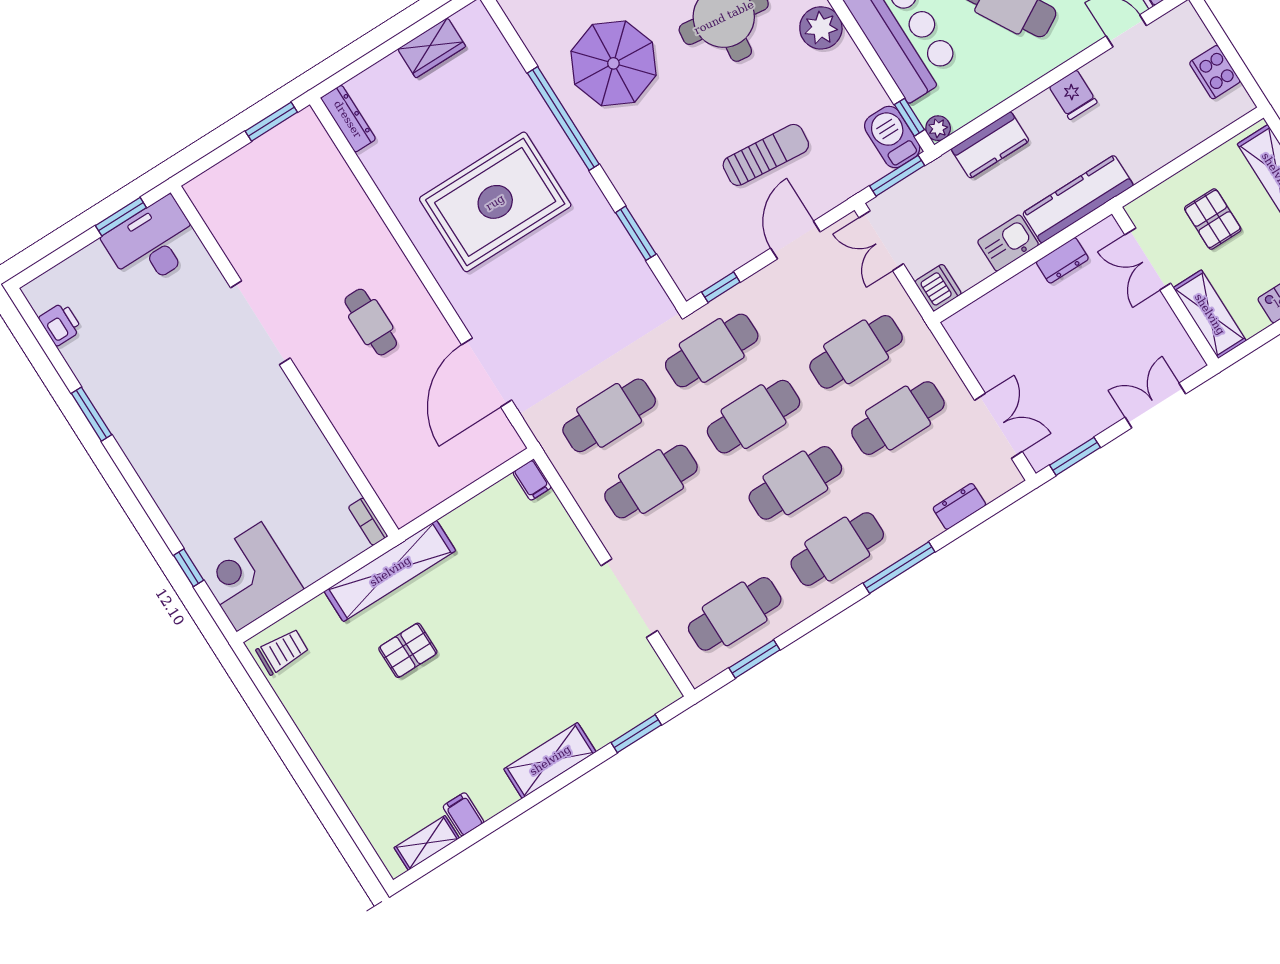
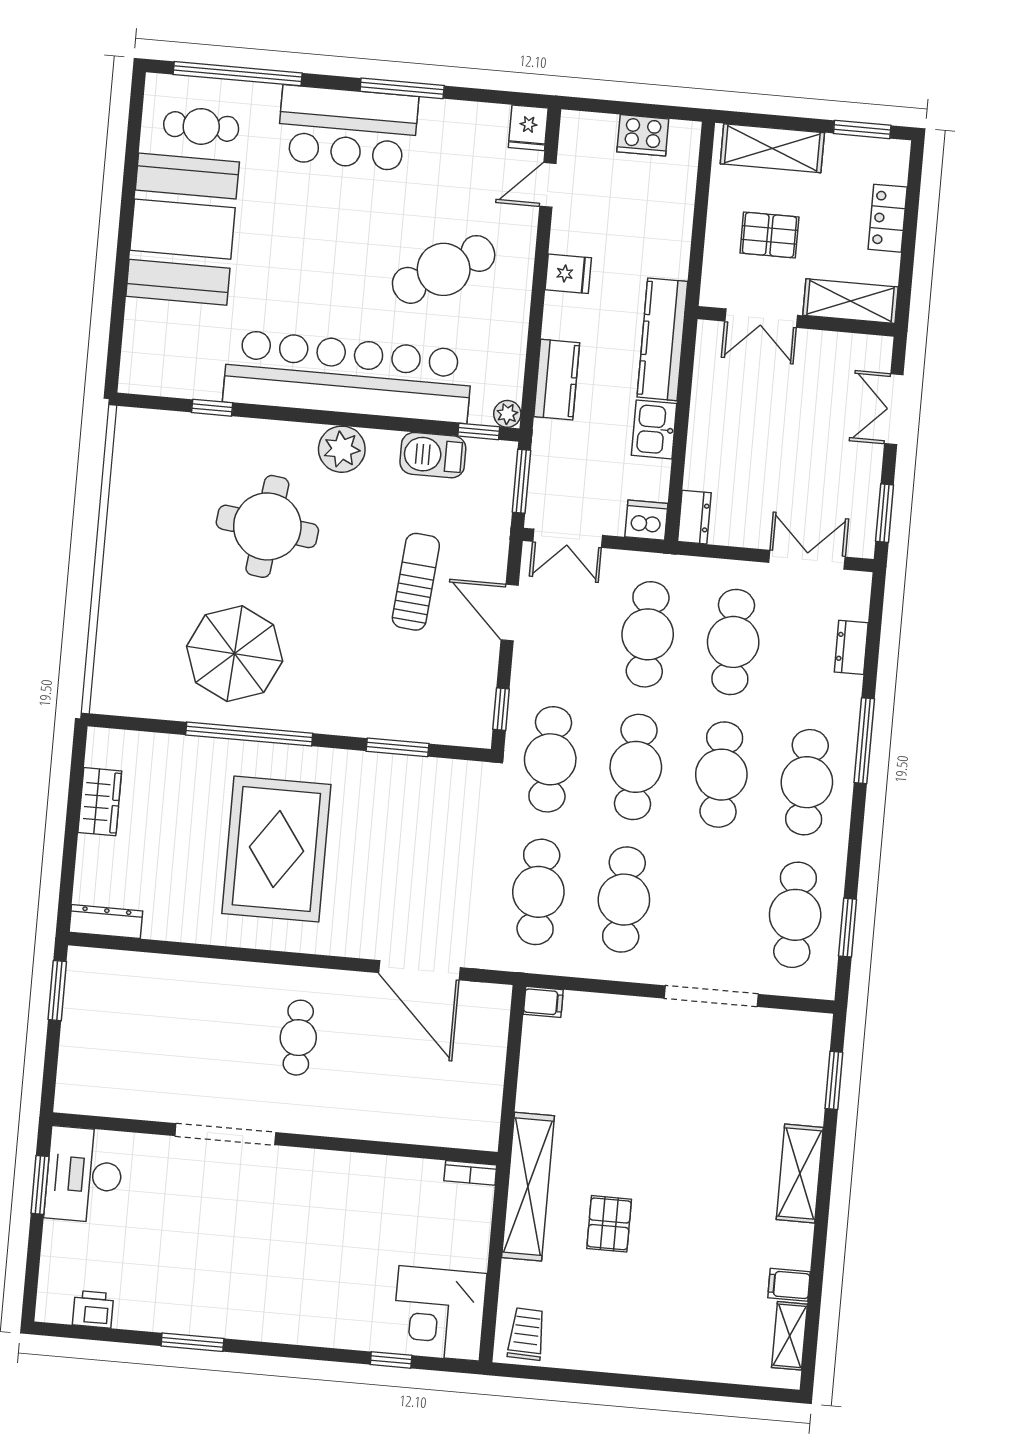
barbecue: (892, 137) -> (433, 455), moved
dresser: (1062, 260) -> (694, 517), moved
cafe table: (371, 322) -> (298, 1038), turned 90

